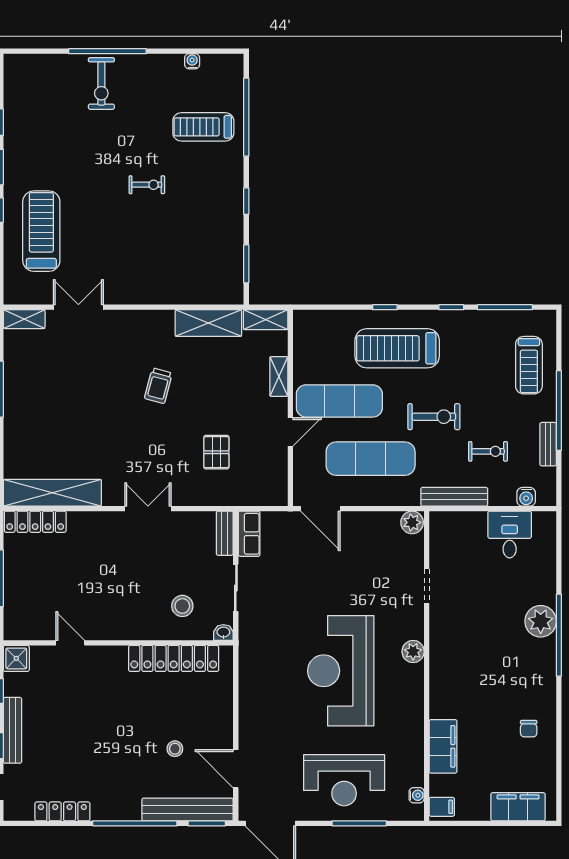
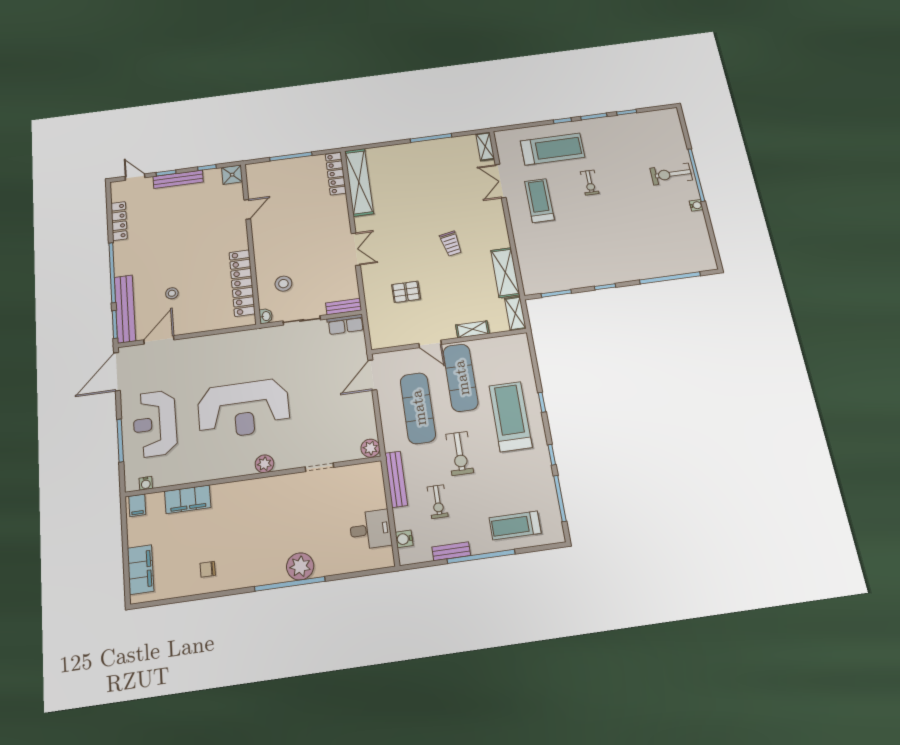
water cooler: (192, 61) -> (696, 205), moved
treadmill: (203, 127) -> (539, 200), moved
exercise bike: (147, 185) -> (590, 183), moved
double door: (78, 307) -> (501, 181), swing flipped
trolley: (158, 386) -> (451, 244), turned -116
reception desk: (341, 671) -> (243, 409), turned 180

